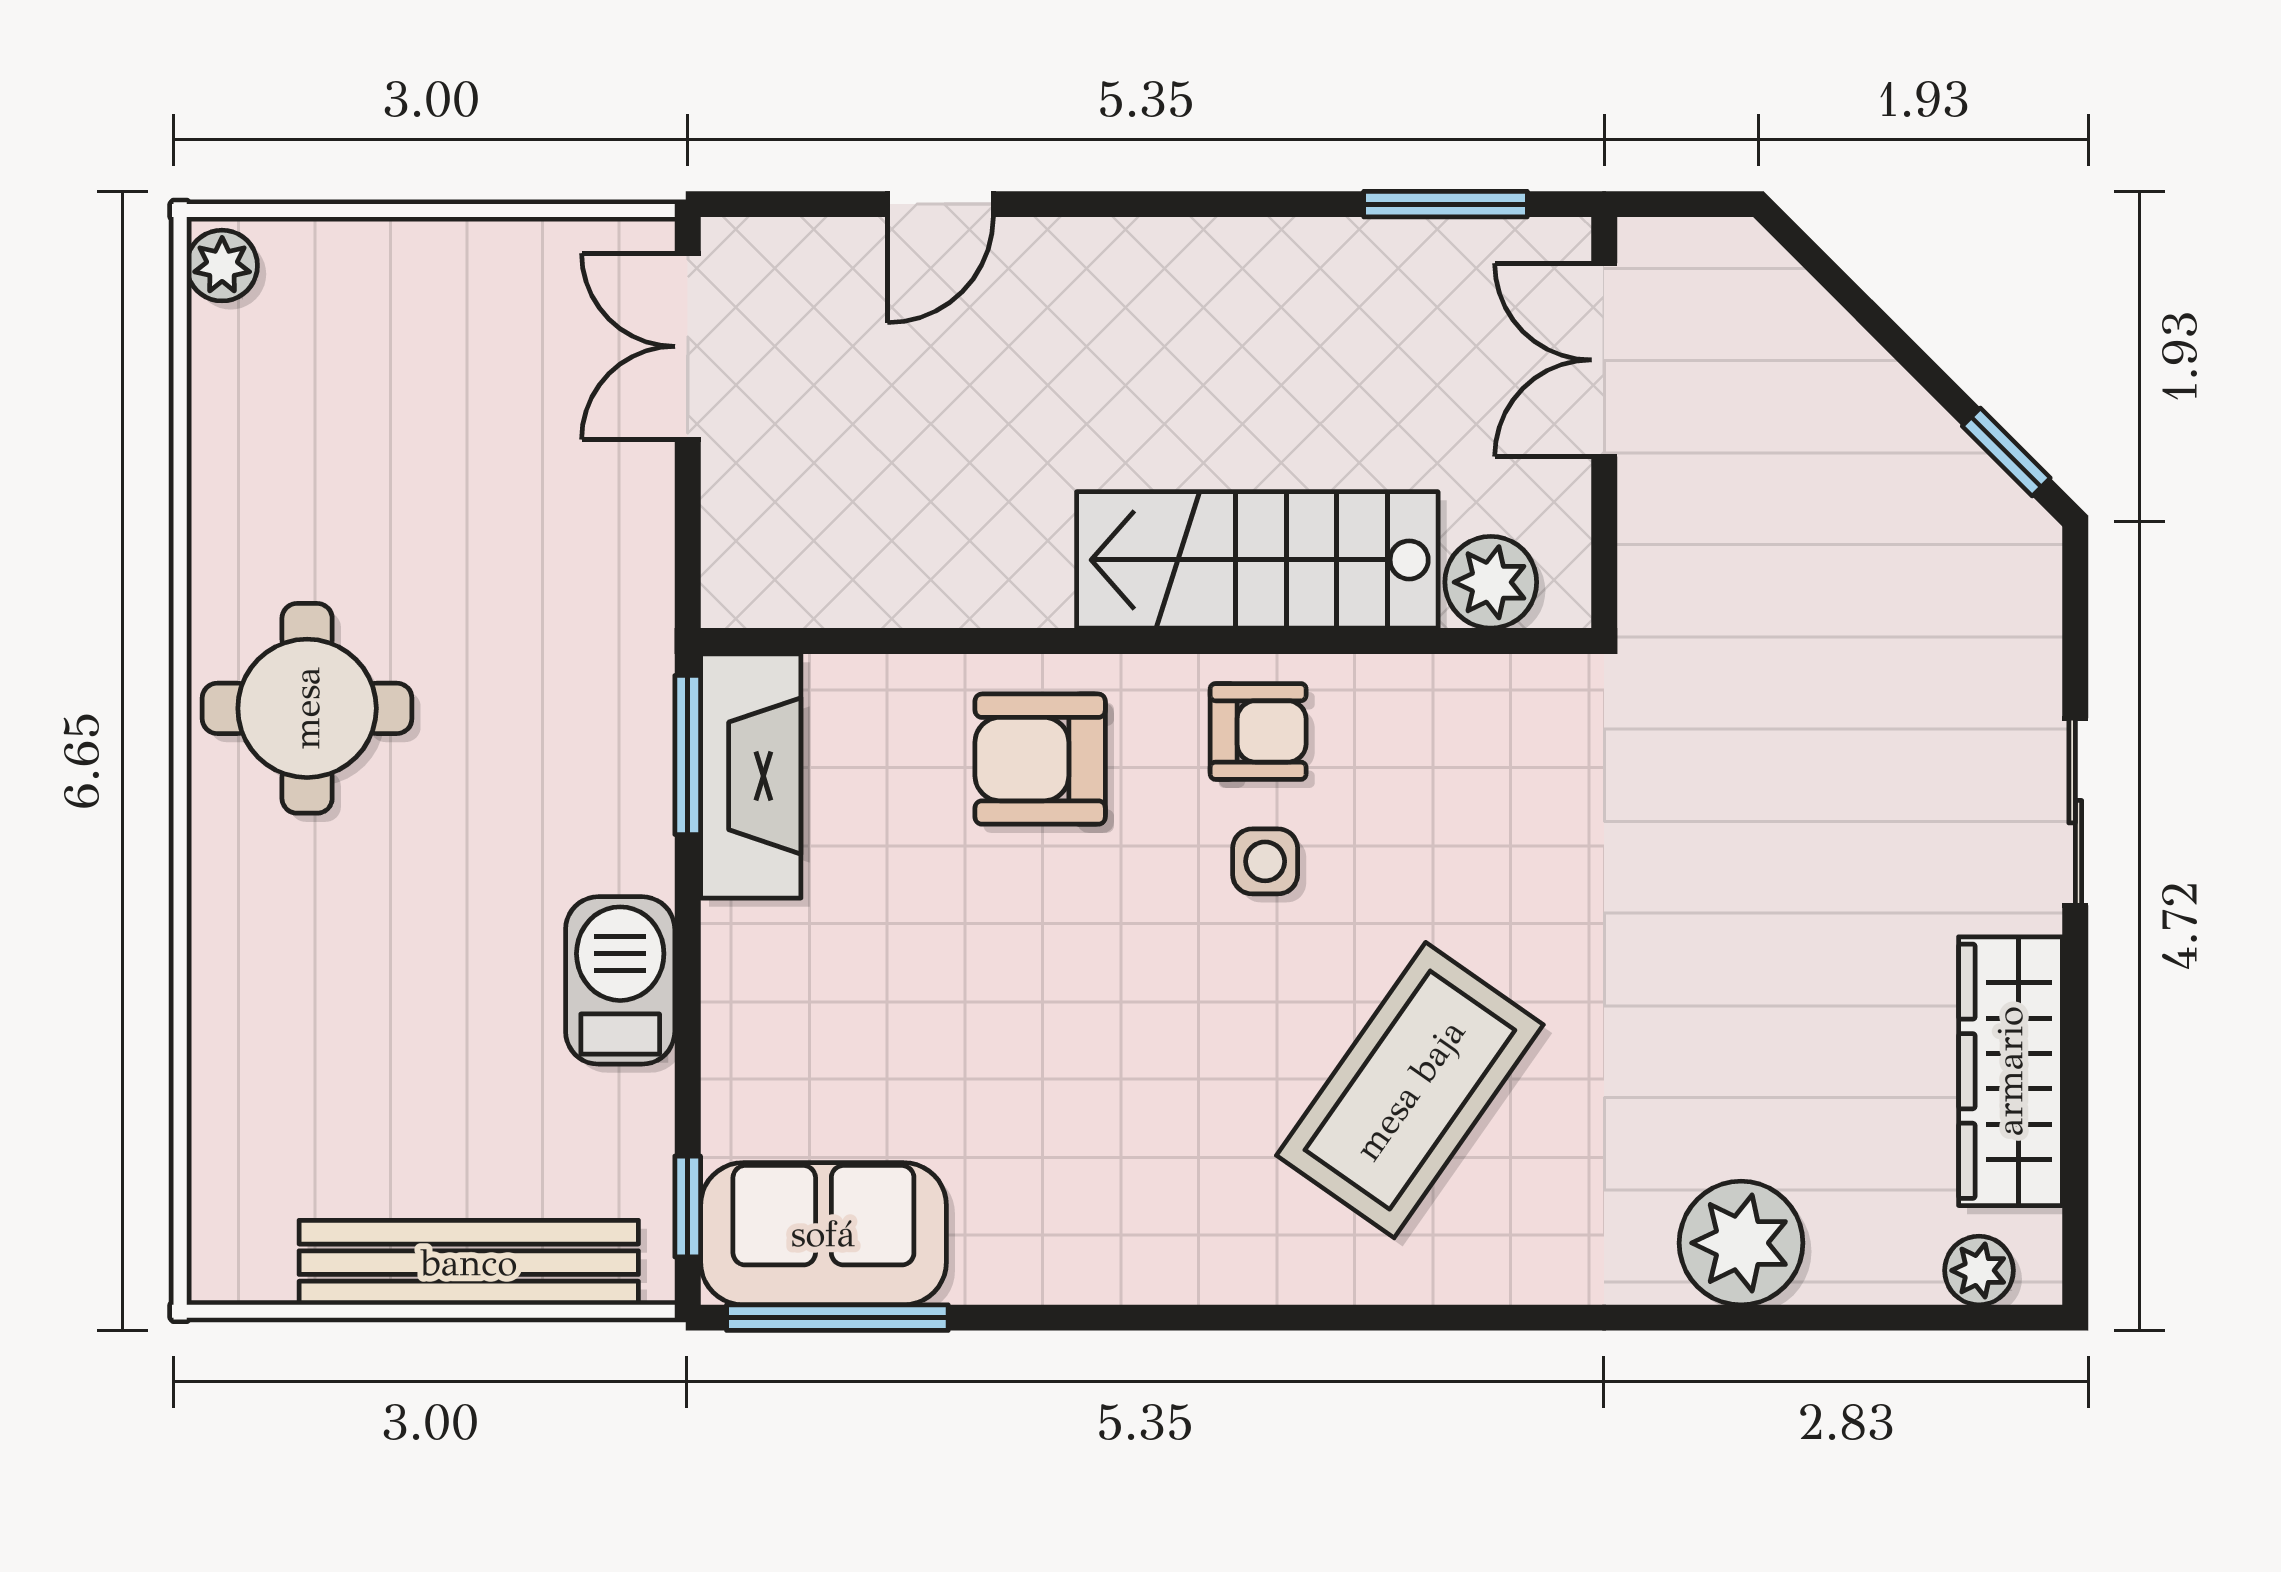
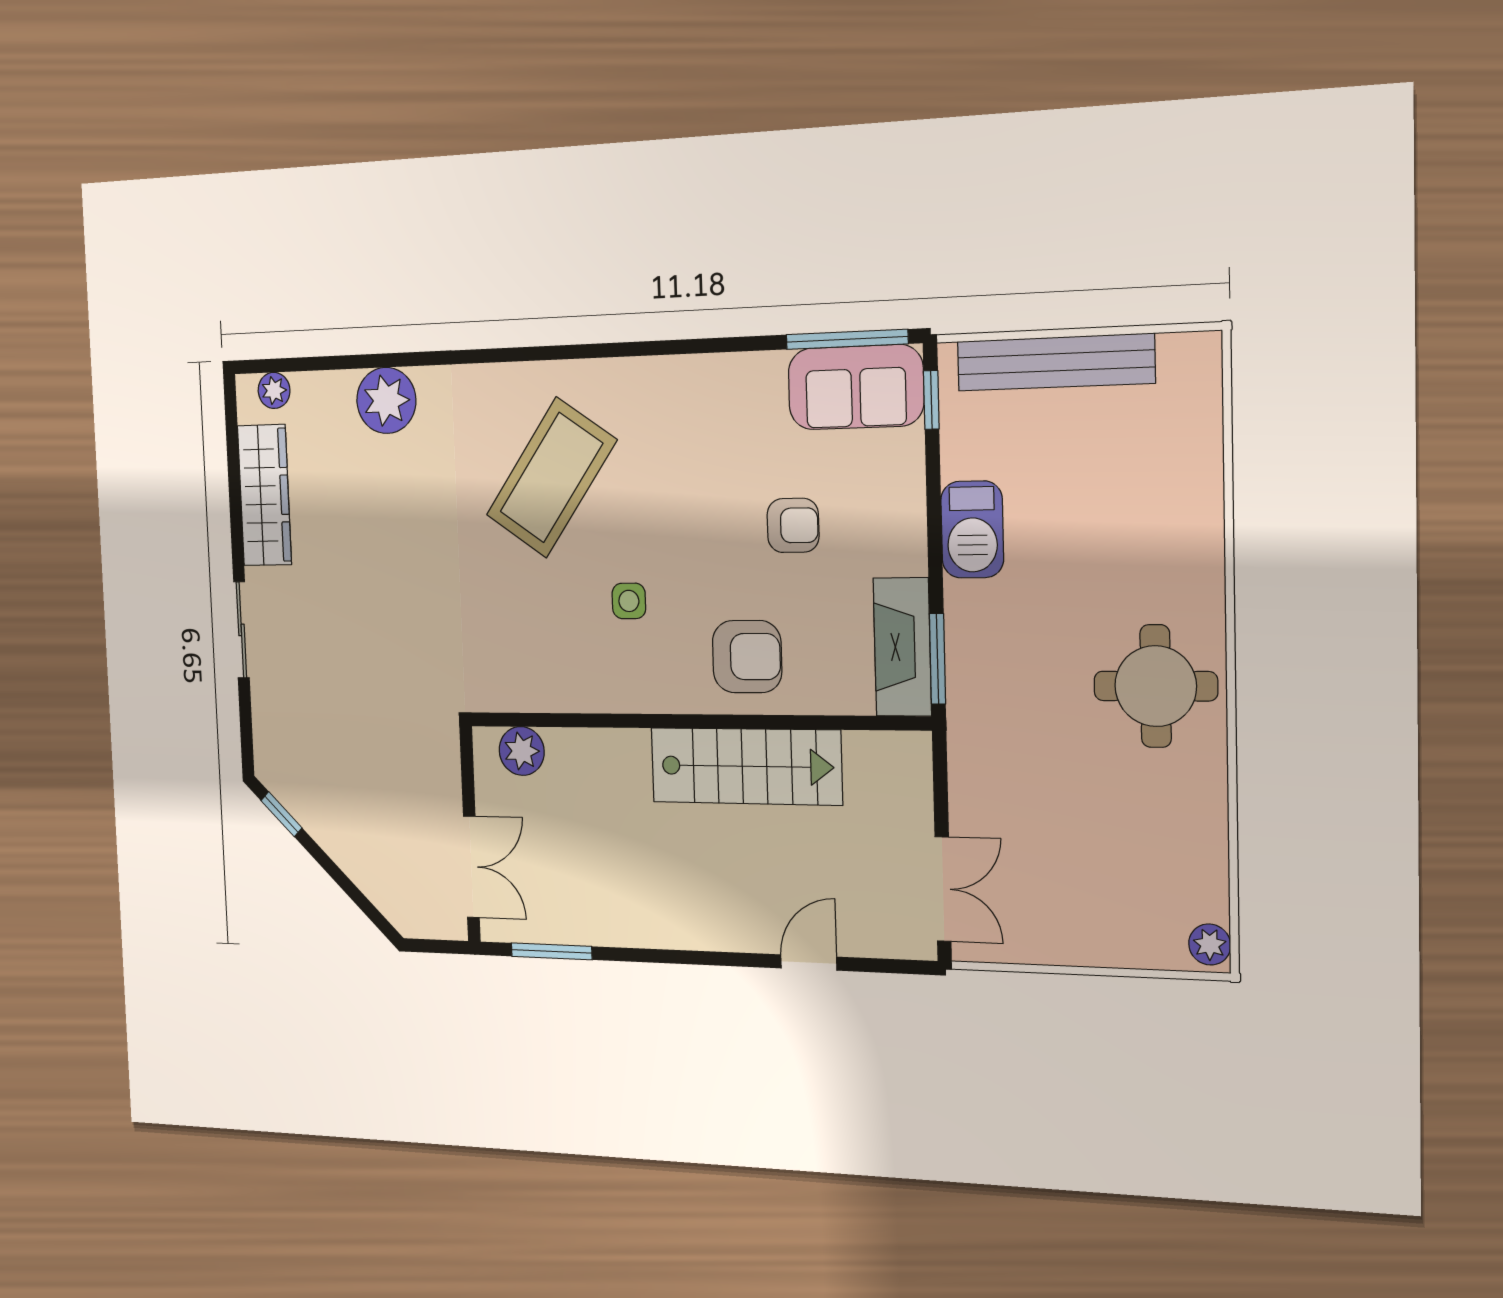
stairs: (1257, 560) -> (746, 766), moved
armchair: (1258, 731) -> (793, 525), moved, turned 180

